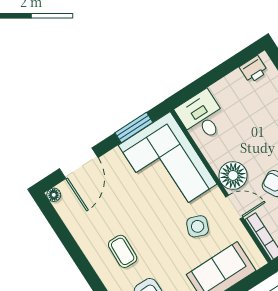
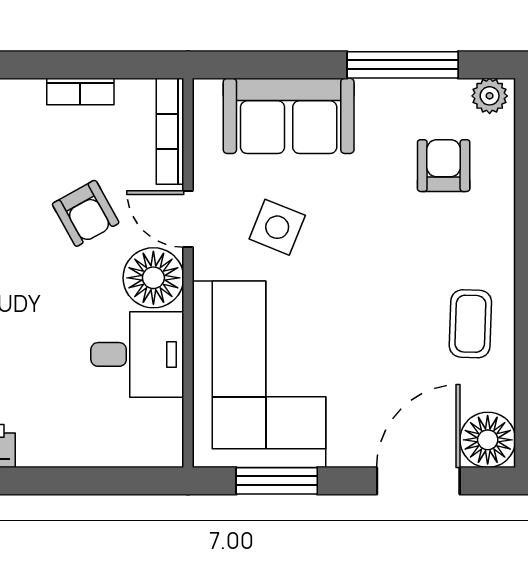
desk: (202, 116) -> (137, 354), moved, turned -90
floor lamp: (54, 195) -> (488, 440), width x1.89, depth x1.89
coffee table: (123, 251) -> (470, 324), moved

